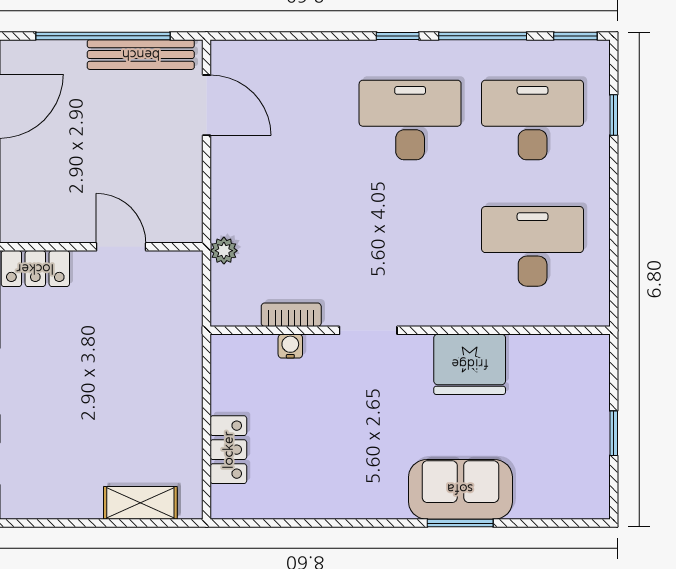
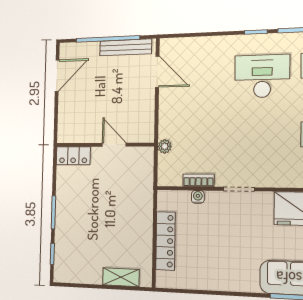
locker: (228, 450) -> (165, 241), width x1.53

